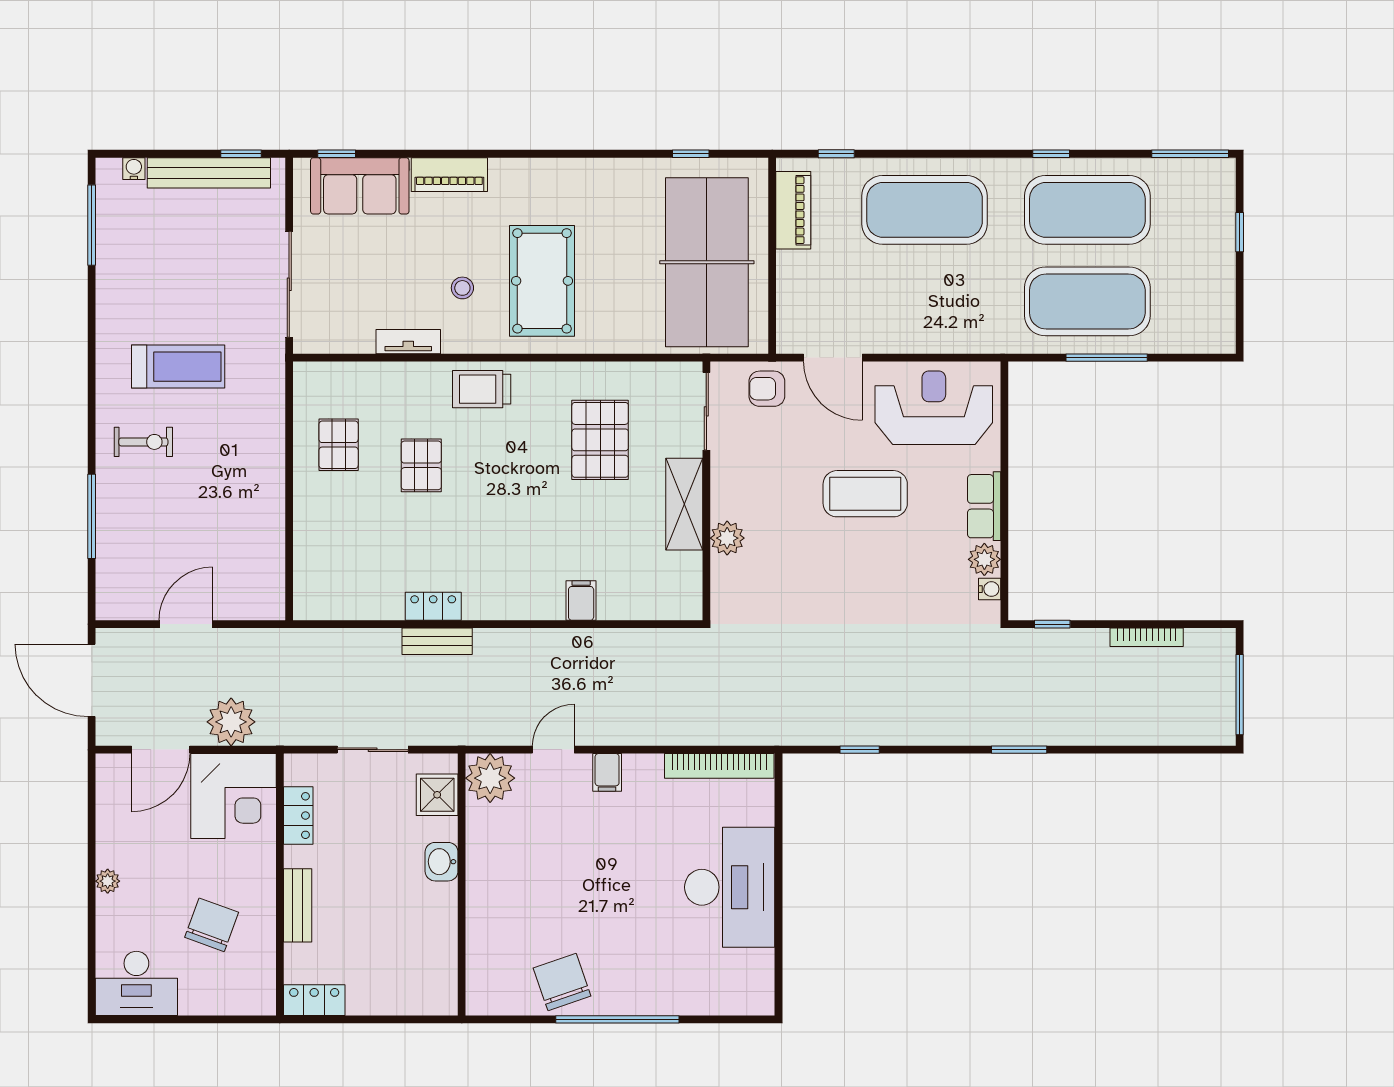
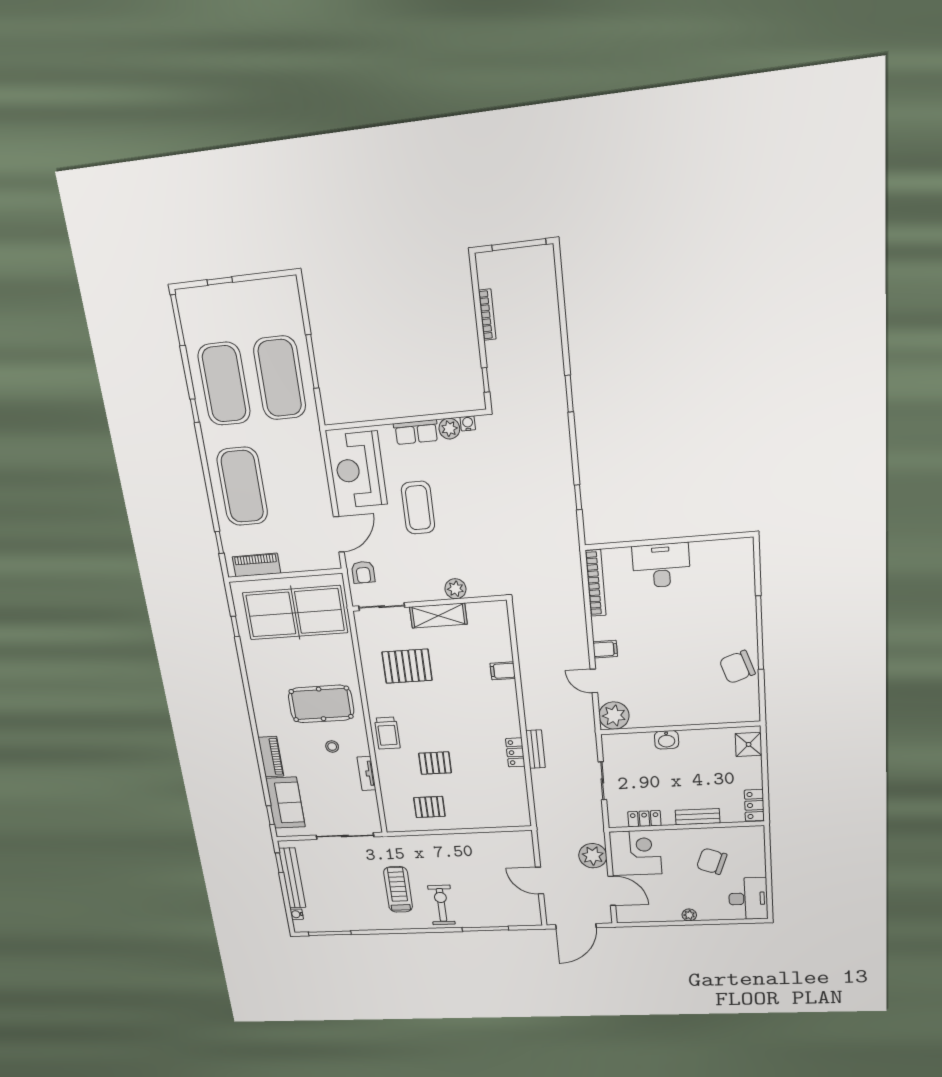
exercise bike: (143, 442) -> (441, 905), width x1.38, depth x1.39
shower: (437, 795) -> (749, 744), moved
desk: (730, 887) -> (661, 565), width x0.73, depth x0.77

